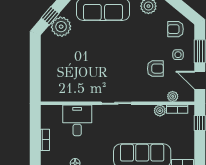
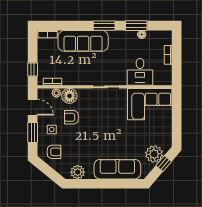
corner sofa: (66, 84) -> (150, 104), added
floor lamp: (158, 93) -> (69, 96), added
plant: (160, 111) -> (68, 80), removed

